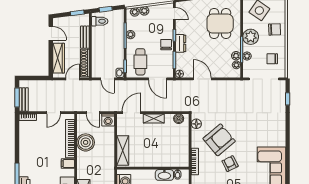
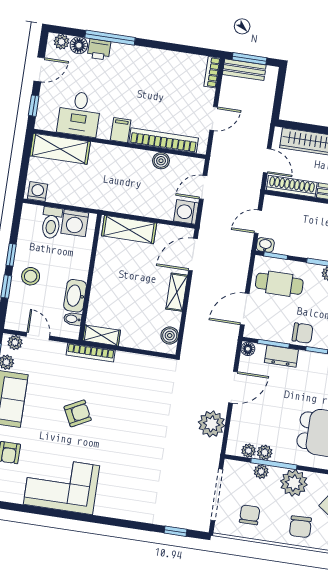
dresser: (181, 43) -> (281, 356), moved
plant: (225, 88) -> (212, 424), added
door: (54, 113) -> (214, 118), swing flipped
door: (131, 113) -> (193, 255), swing flipped
floor lamp: (196, 124) -> (156, 365), removed
armchair: (219, 140) -> (122, 401), removed
boiler: (86, 142) -> (161, 161), width x0.54, depth x0.54
shelving: (184, 157) -> (102, 335), added

